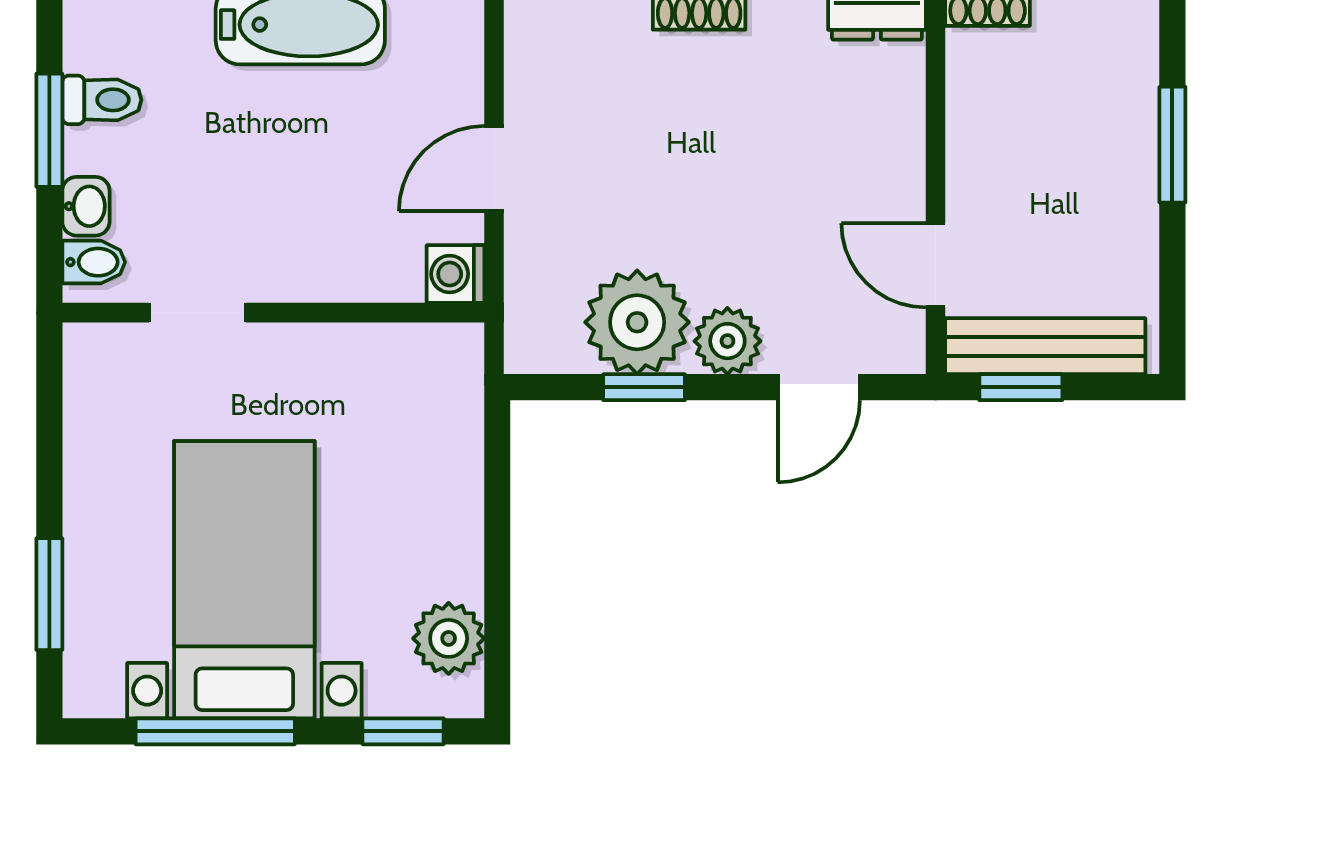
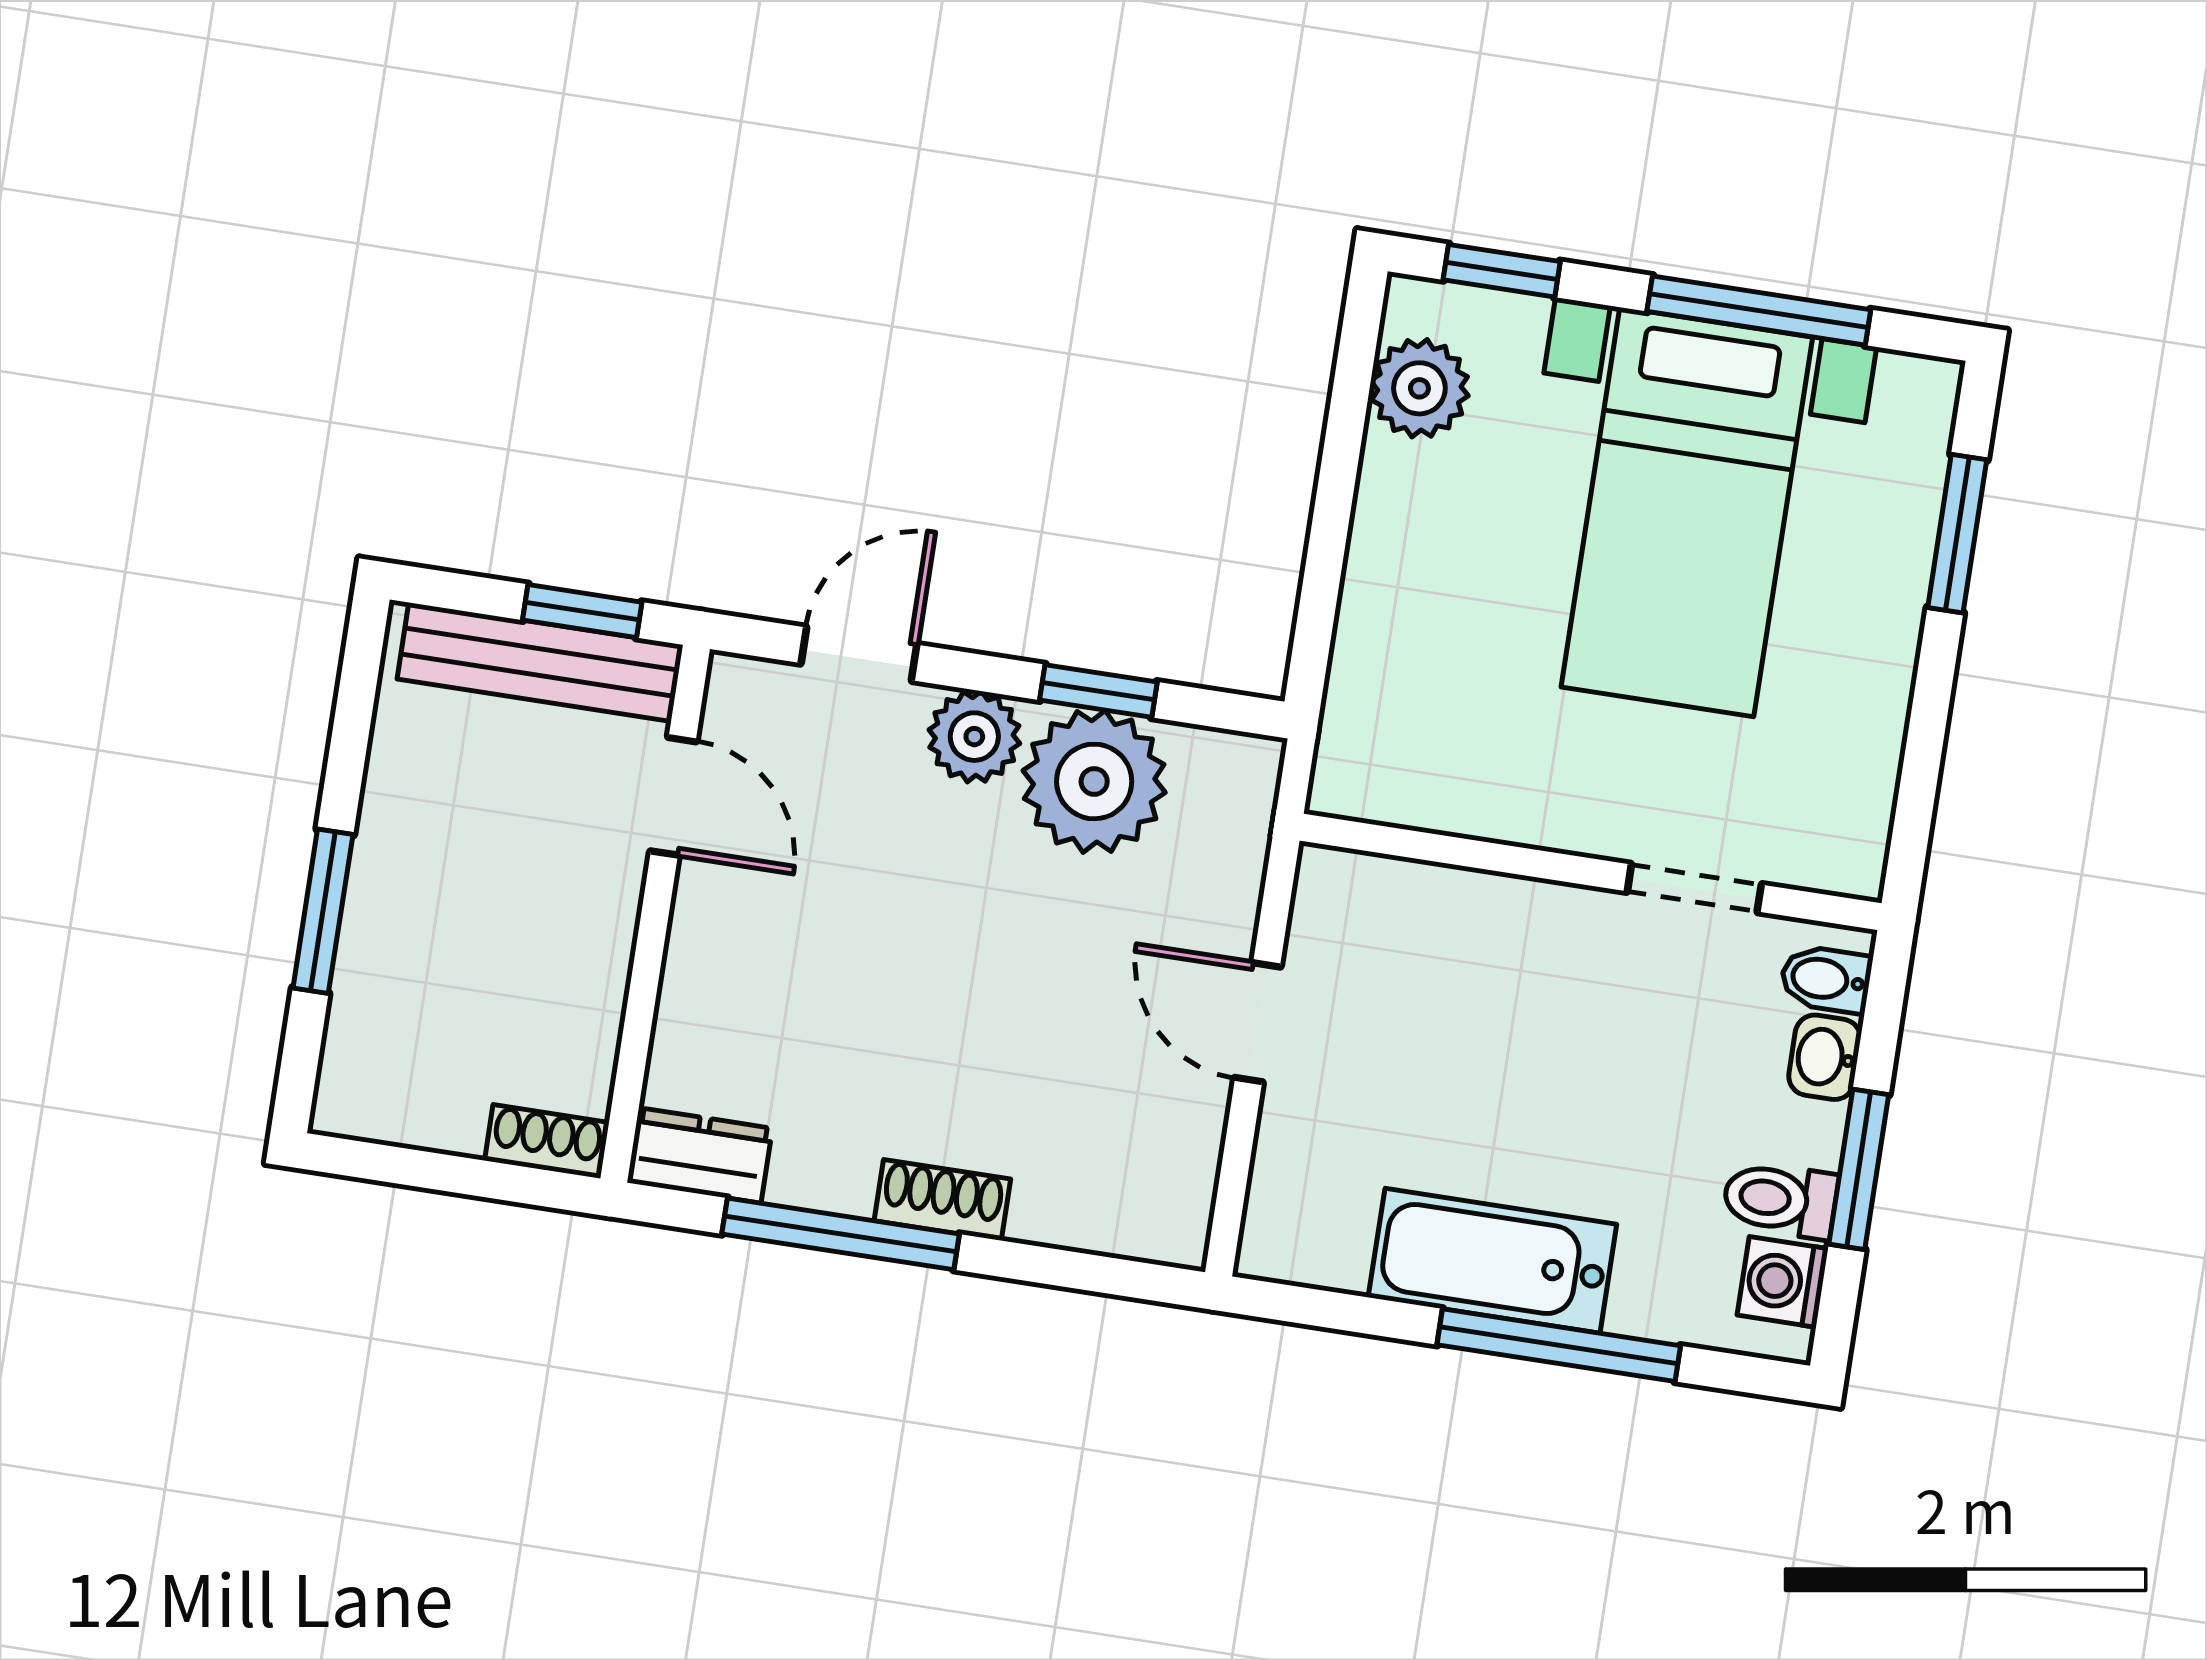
door: (494, 169) -> (1258, 1022), swing flipped
washing machine: (455, 274) -> (1783, 1282), moved, turned 180

